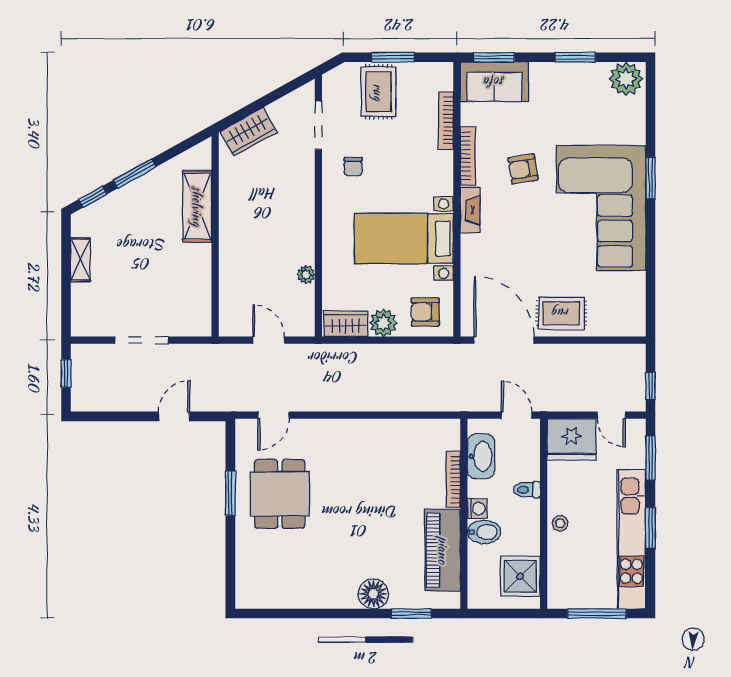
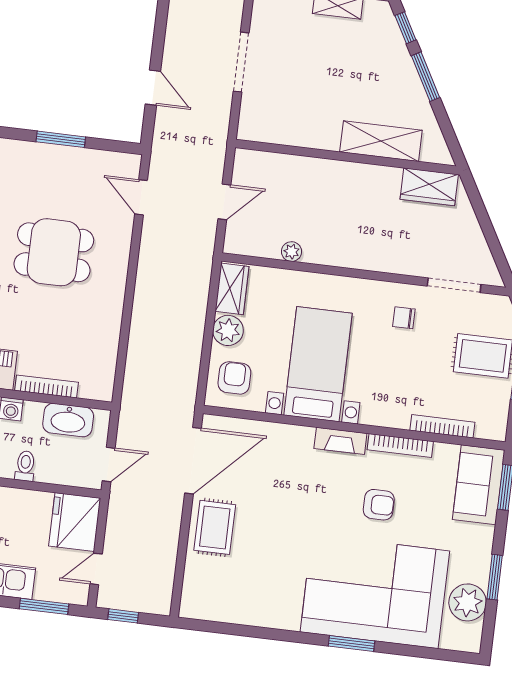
plant: (626, 79) -> (468, 602), moved
wardrobe: (248, 132) -> (429, 187), moved, turned -61
armchair: (523, 169) -> (379, 505), turned 99
corner sofa: (601, 208) -> (375, 591), moved
dining table: (280, 494) -> (54, 252), moved

